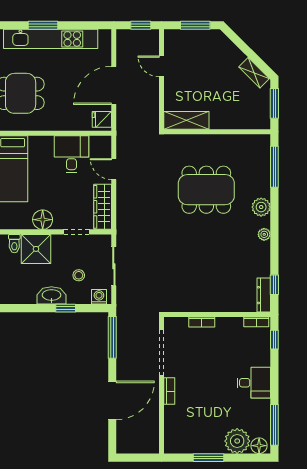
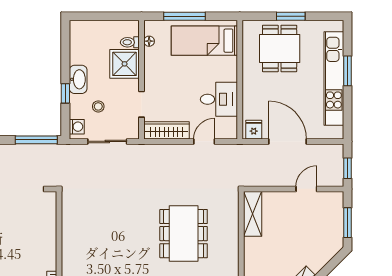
floor lamp: (43, 220) -> (149, 41), moved, width x0.53, depth x0.53
bookcase: (202, 322) -> (52, 229), removed

